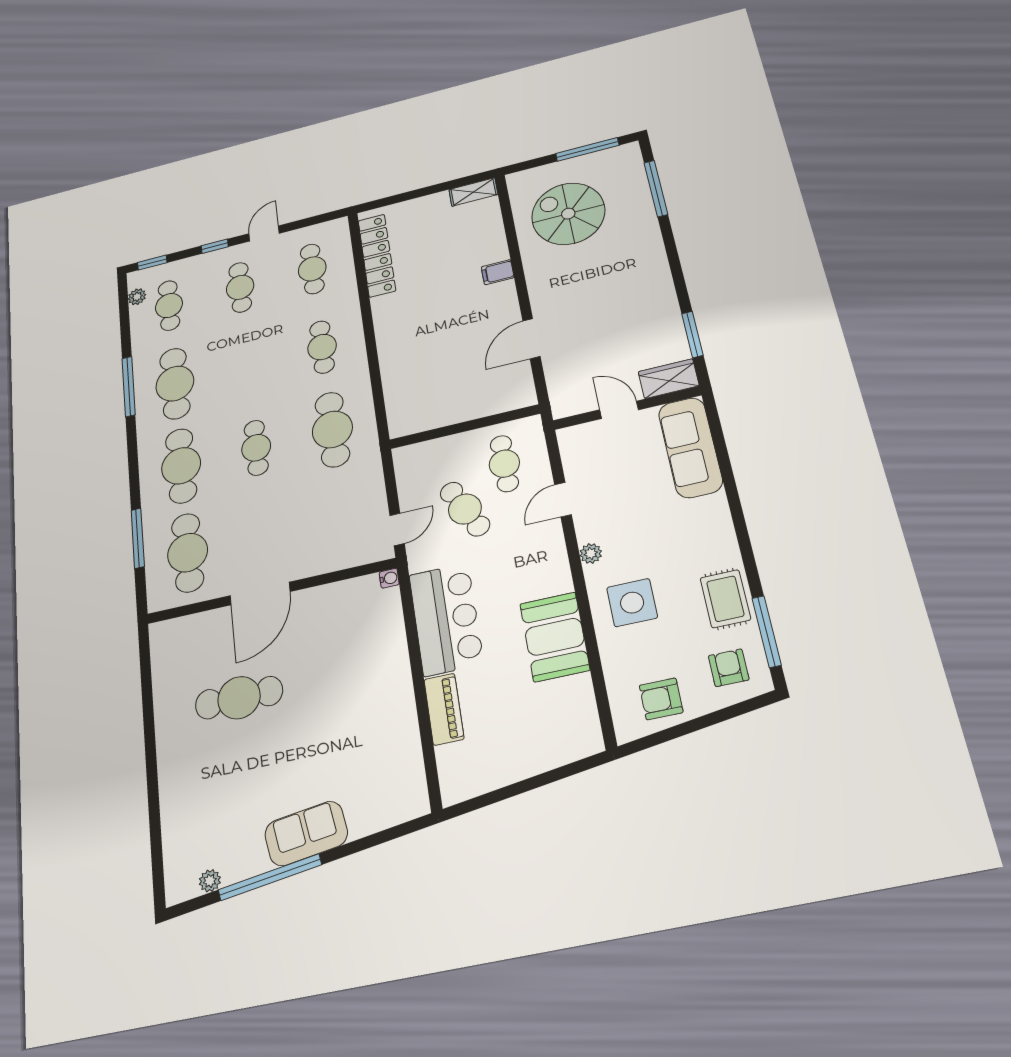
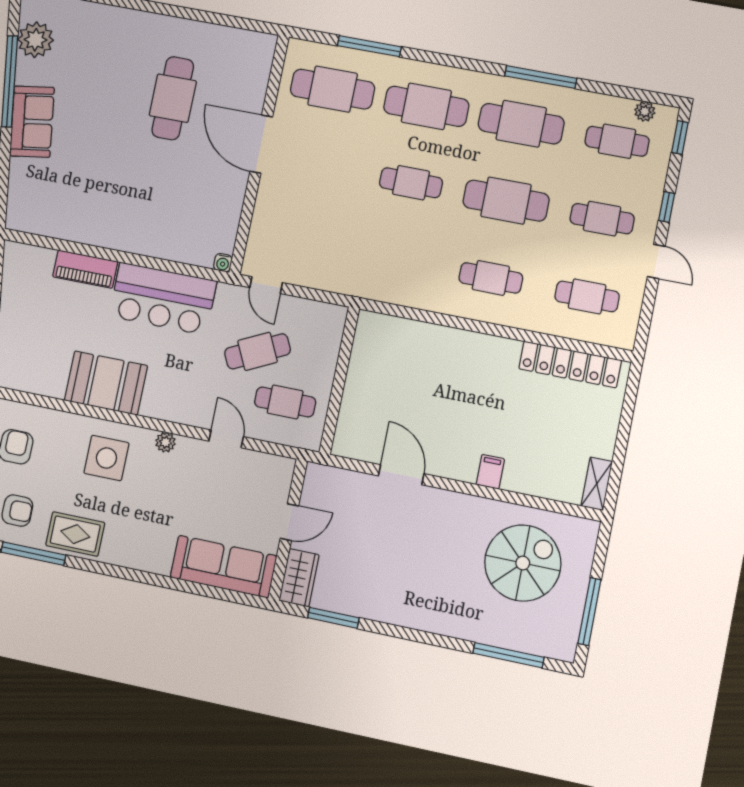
cafe table: (332, 429) -> (506, 201), moved
plant: (210, 881) -> (35, 40), width x1.88, depth x1.88

